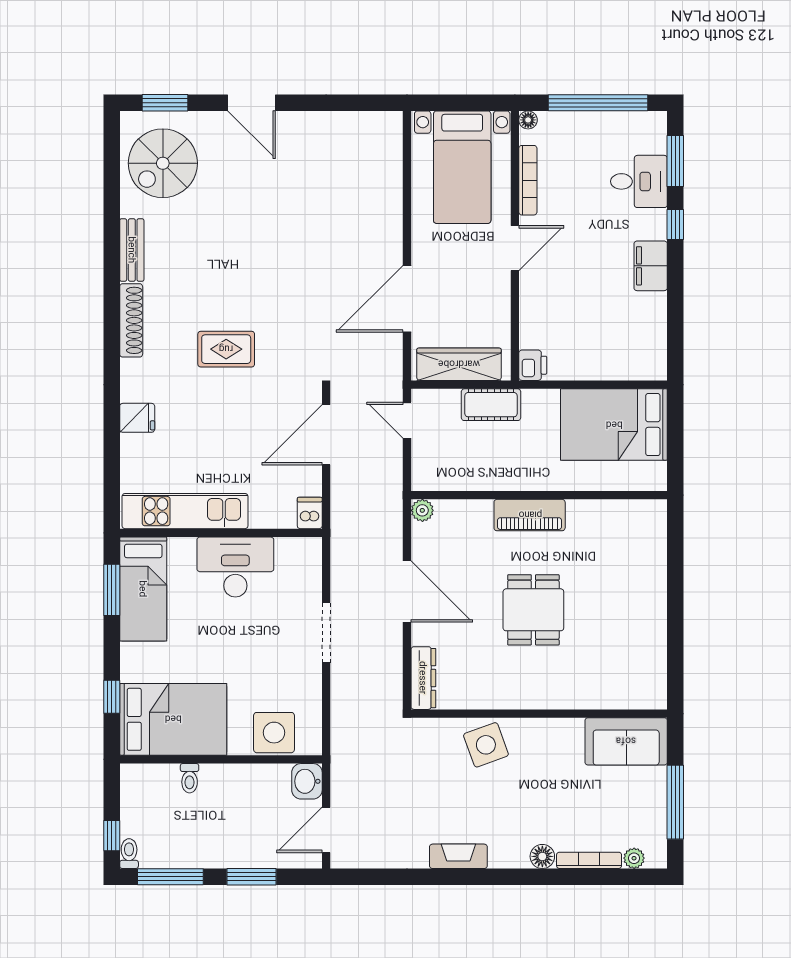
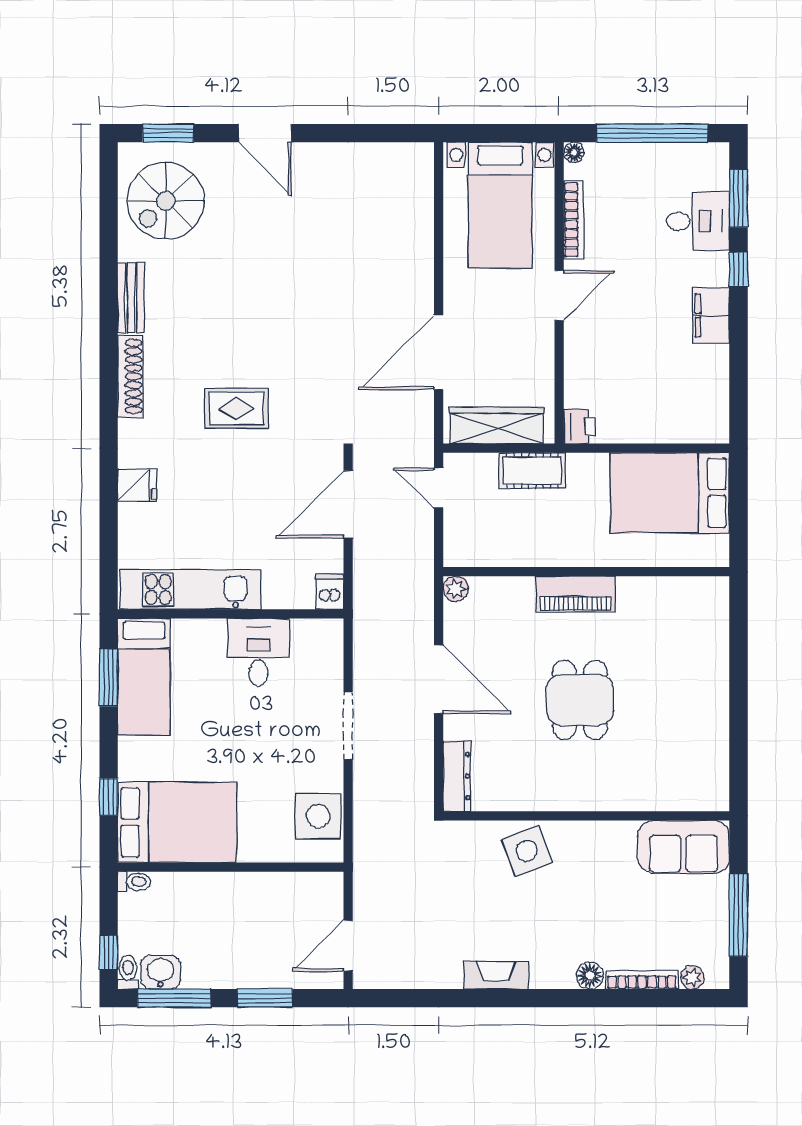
desk: (235, 567) -> (258, 652), width x0.73
side table: (274, 733) -> (318, 816), moved
toilet: (190, 778) -> (134, 882), moved, turned -90
washbasin: (307, 781) -> (161, 972), moved, turned 90

